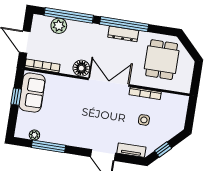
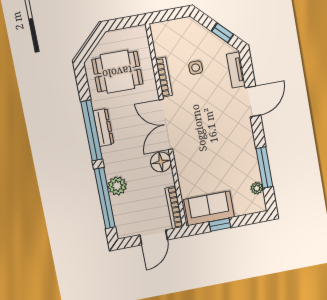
plant: (59, 26) -> (117, 186), moved

